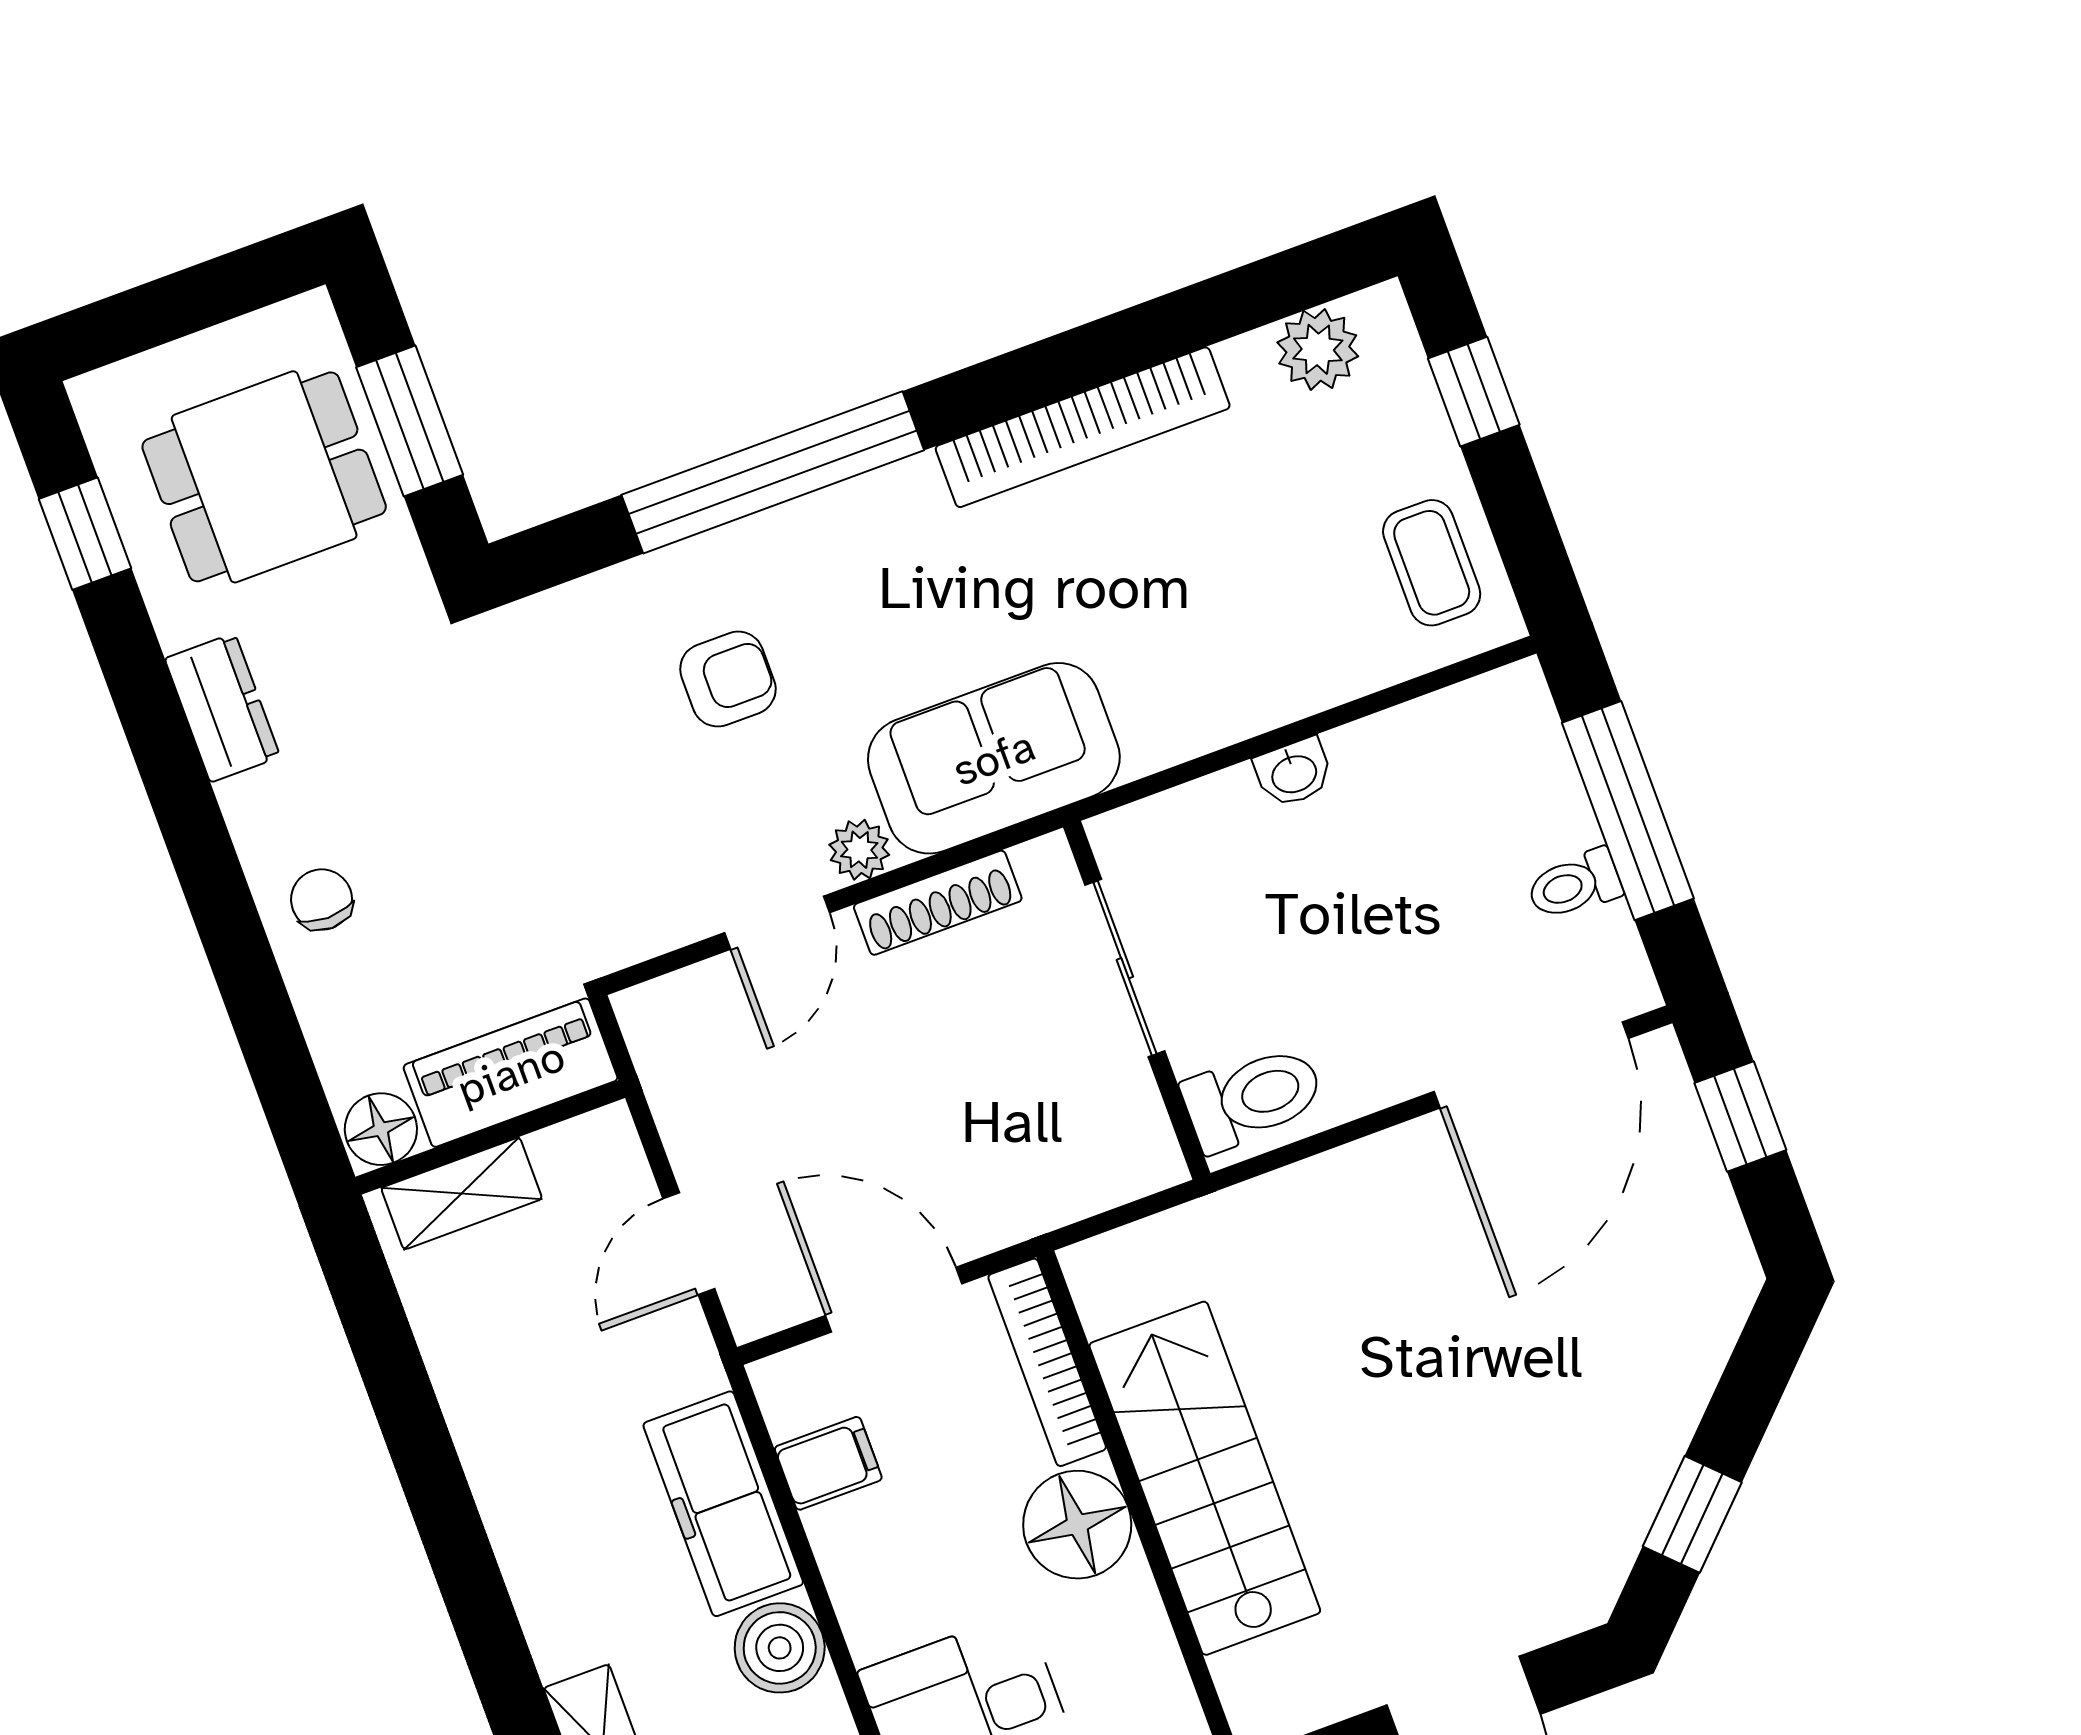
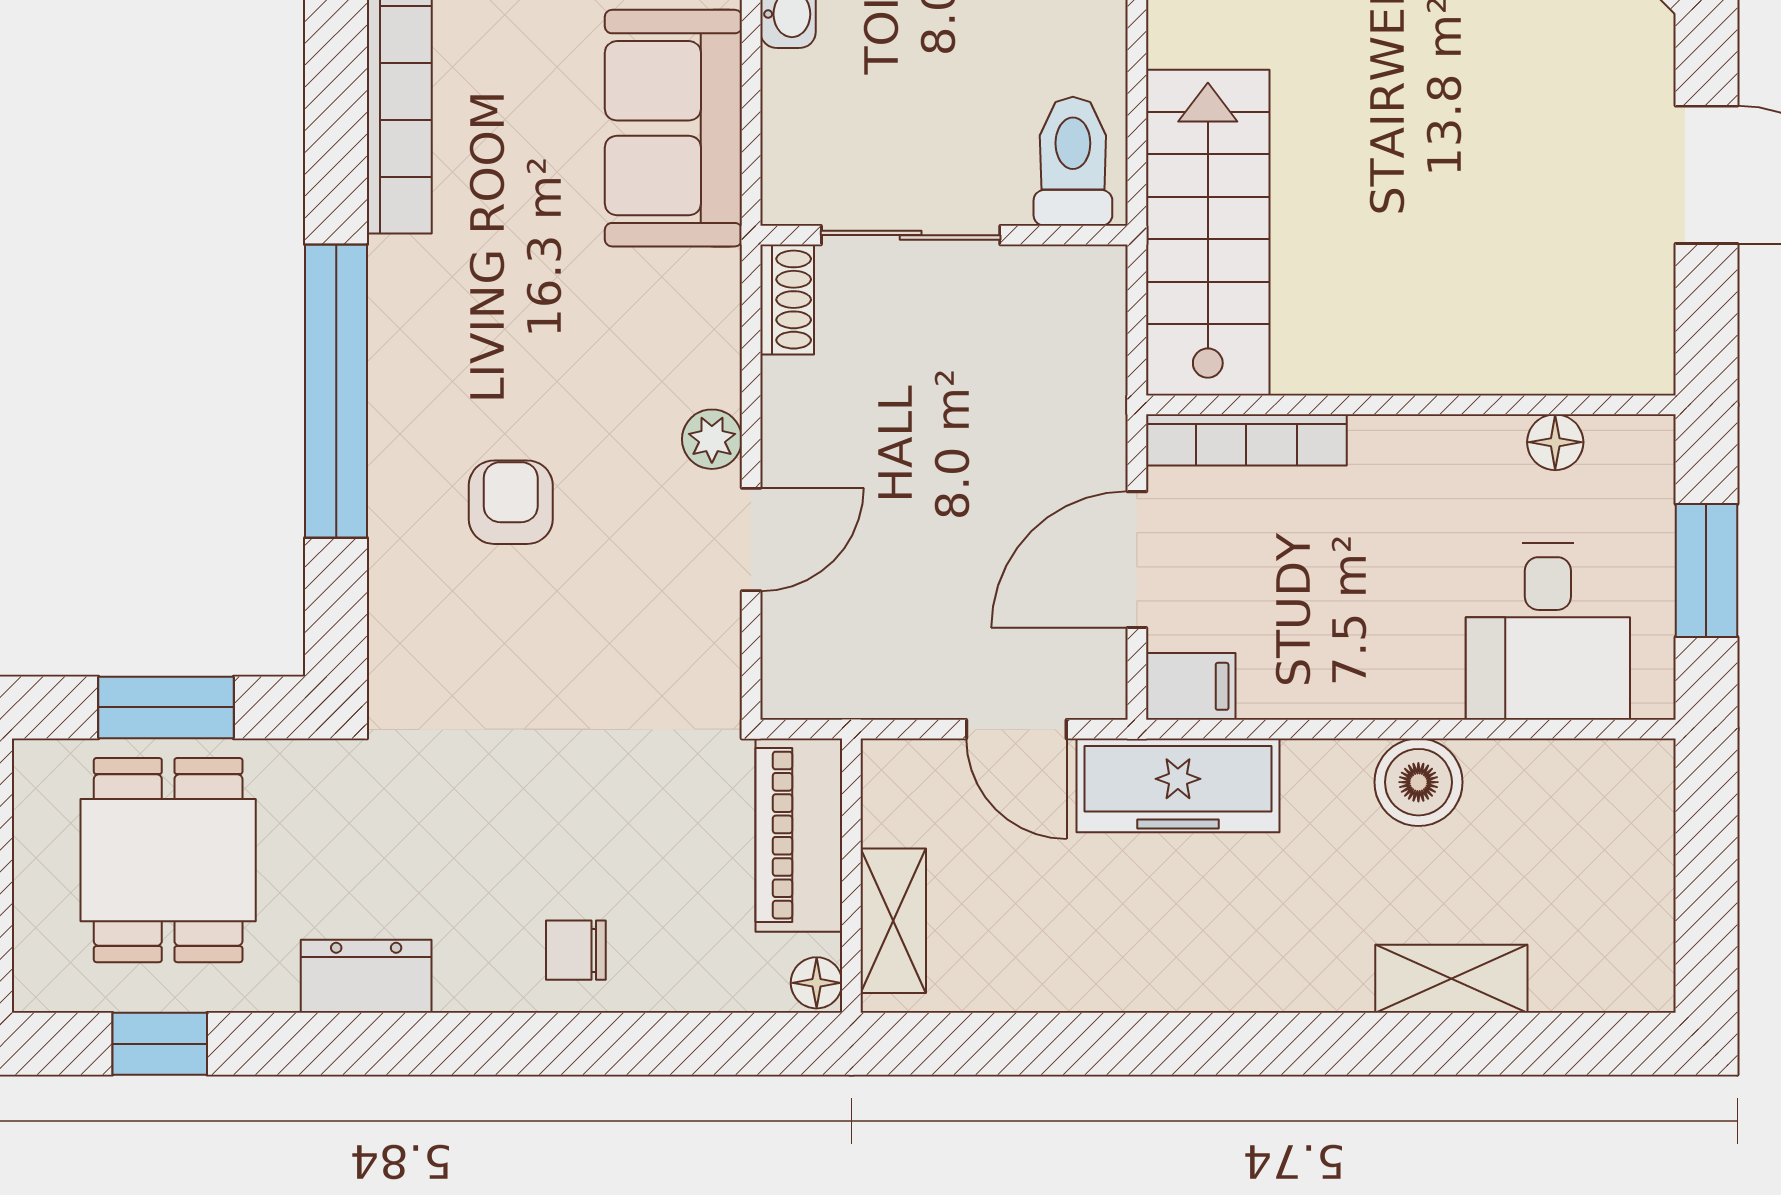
sofa: (994, 758) -> (673, 128), moved
shoe rack: (938, 903) -> (787, 300), moved, width x0.70
door: (777, 923) -> (751, 539), hinge flipped
floor lamp: (381, 1129) -> (817, 983), width x0.73, depth x0.73
filing cabinet: (828, 1463) -> (1191, 686), moved, turned 90
stairs: (1205, 1478) -> (1208, 233), moved, turned 90
freezer: (723, 1504) -> (1178, 785), moved
floor lamp: (1077, 1525) -> (1555, 442), moved, width x0.53, depth x0.53

